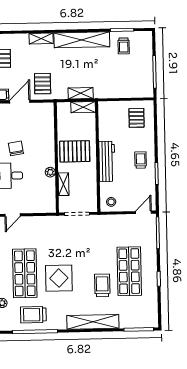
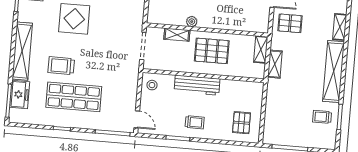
shelving: (83, 107) -> (261, 50), moved
pallet: (137, 118) -> (242, 123), turned 90
pallet: (75, 151) -> (212, 51), turned 90
trolley: (102, 285) -> (61, 66), turned 180
freezer: (132, 320) -> (20, 94), added

